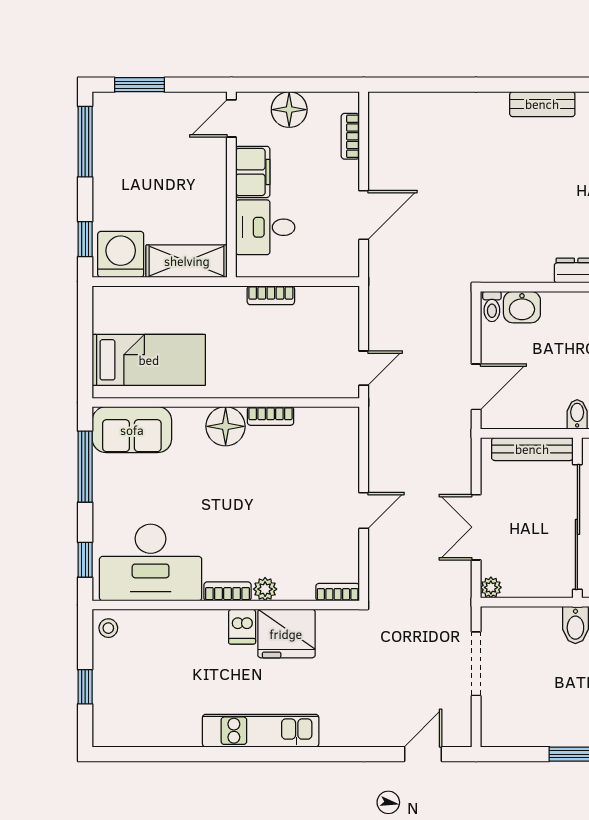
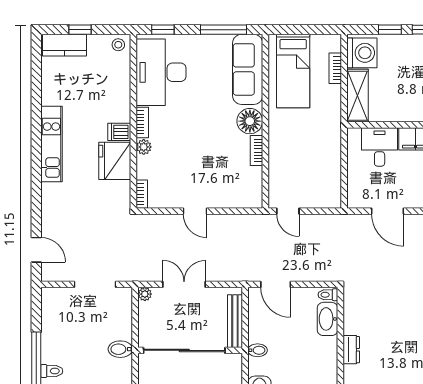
window: (85, 239) -> (390, 30), moved
bookcase: (271, 295) -> (335, 68), moved
washbasin: (522, 307) -> (328, 319), width x1.38
sofa: (132, 430) -> (248, 69), width x1.36
kitchen counter: (109, 711) -> (65, 45), added

